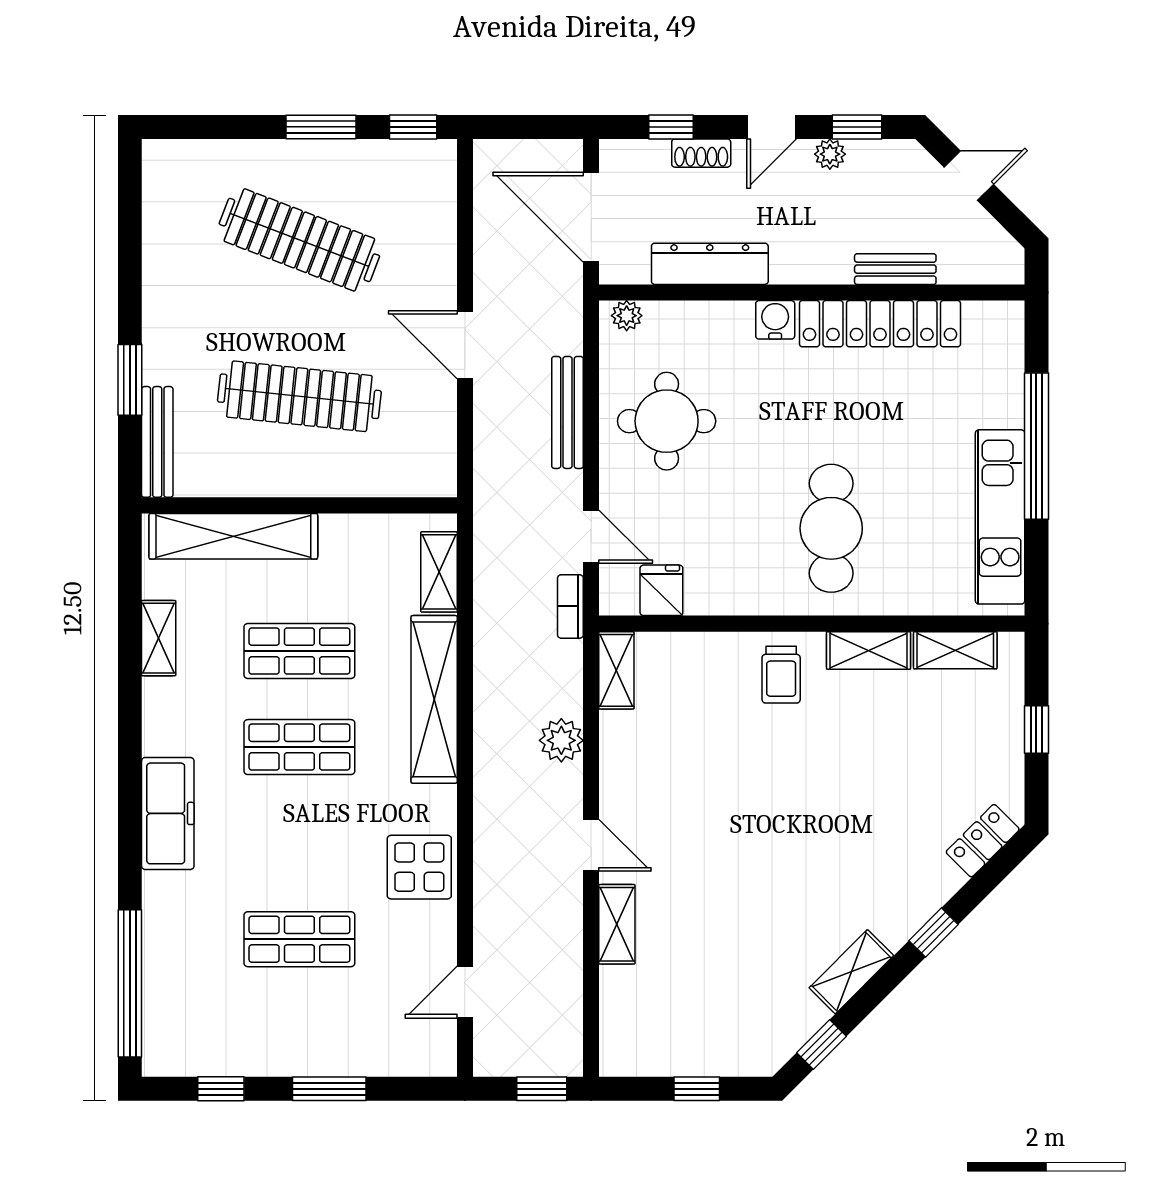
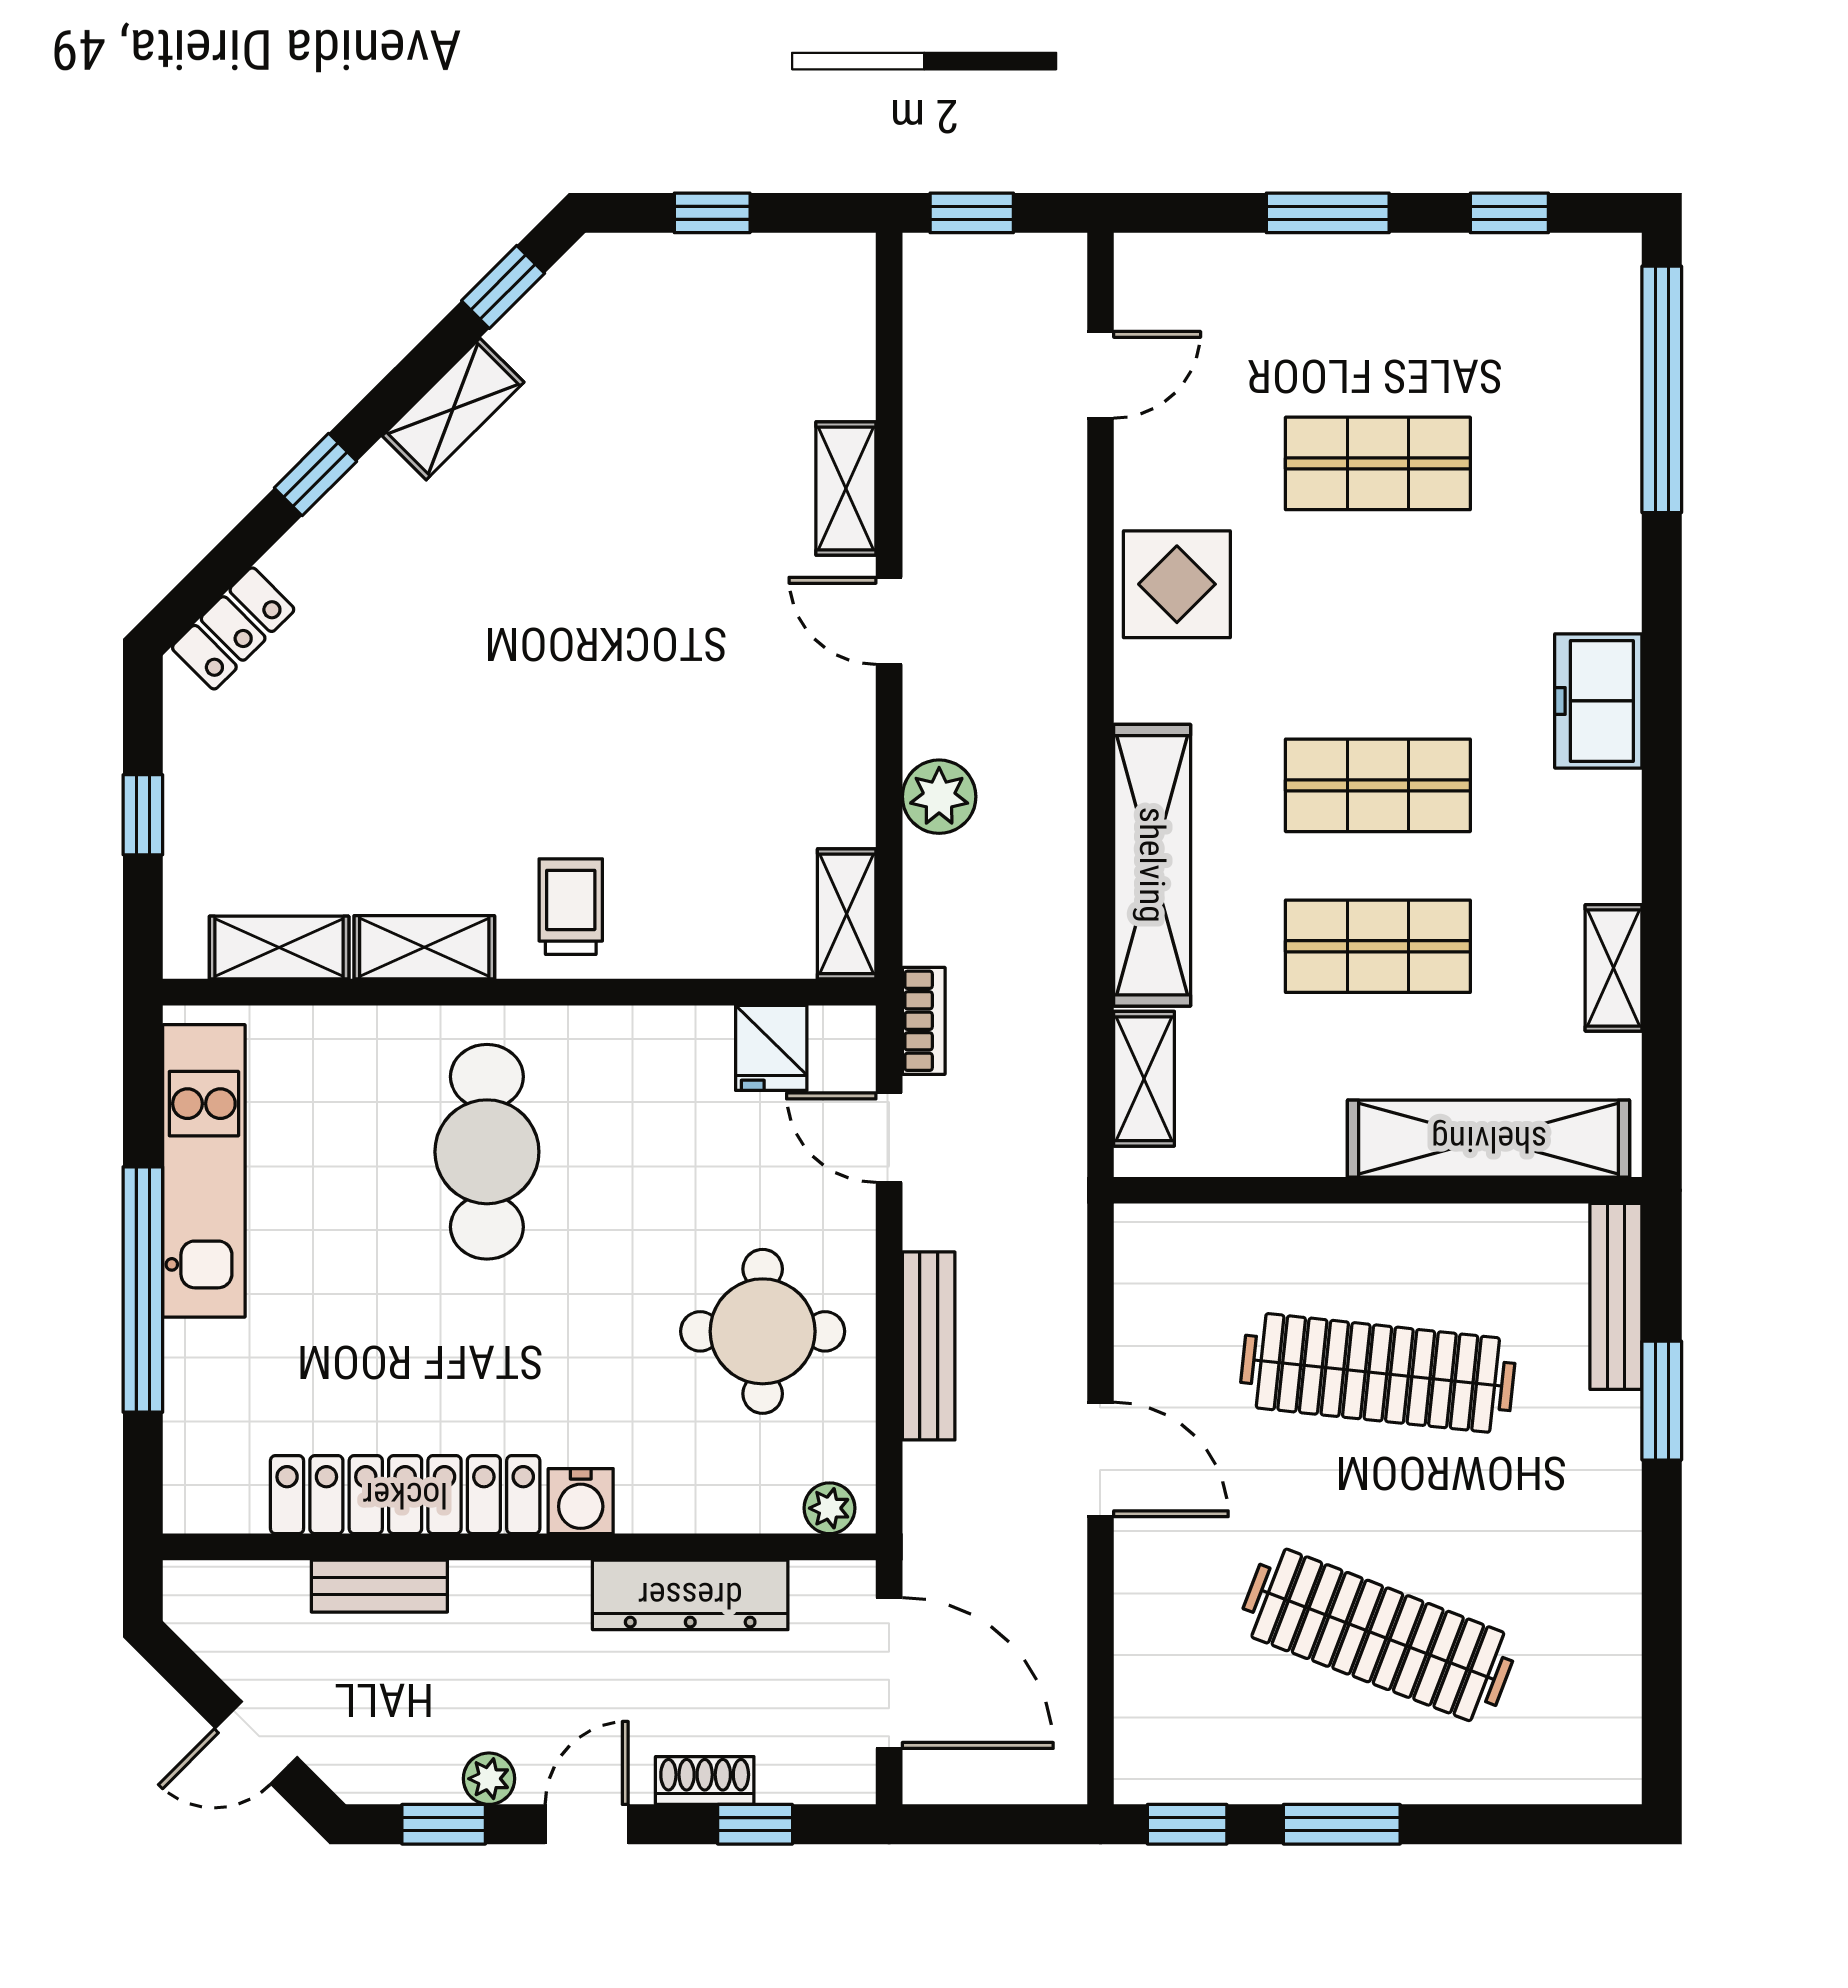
freezer: (168, 813) -> (1598, 701), width x0.71

